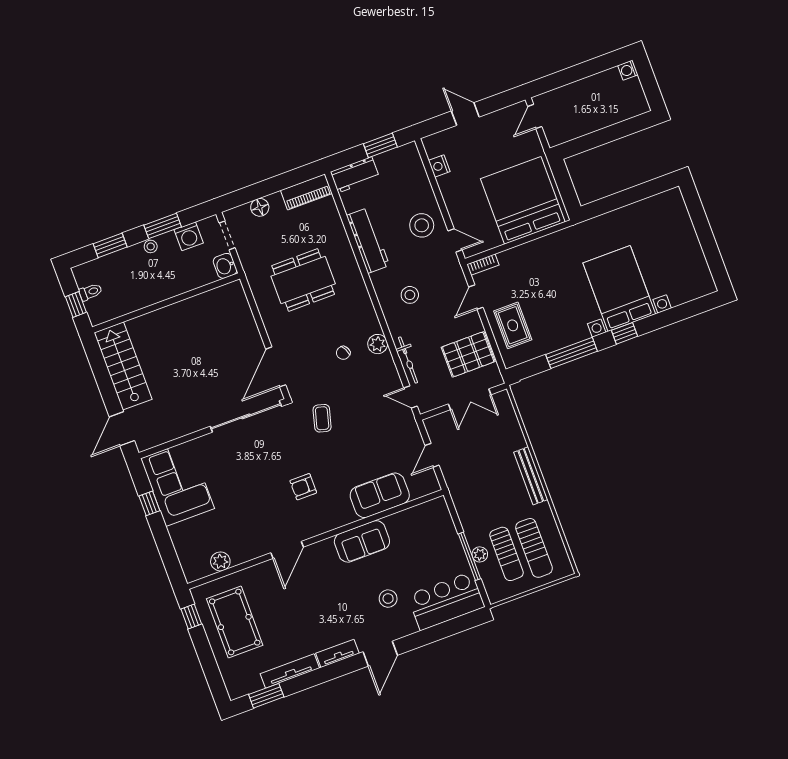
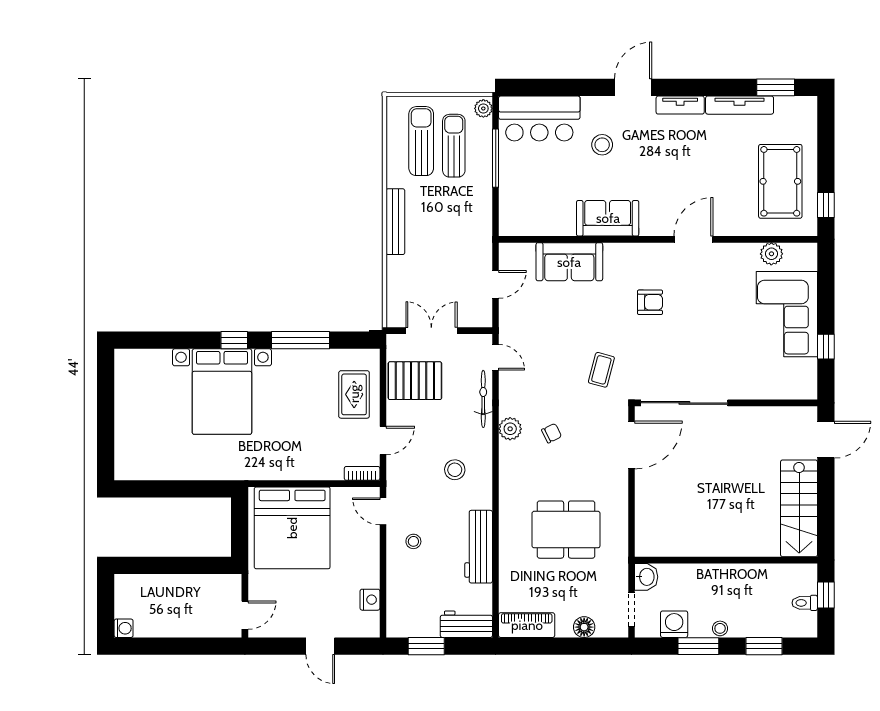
stool: (422, 225) -> (413, 541), width x0.53, depth x0.53
corner sofa: (178, 483) -> (787, 314), moved
plant: (480, 554) -> (483, 108), moved

